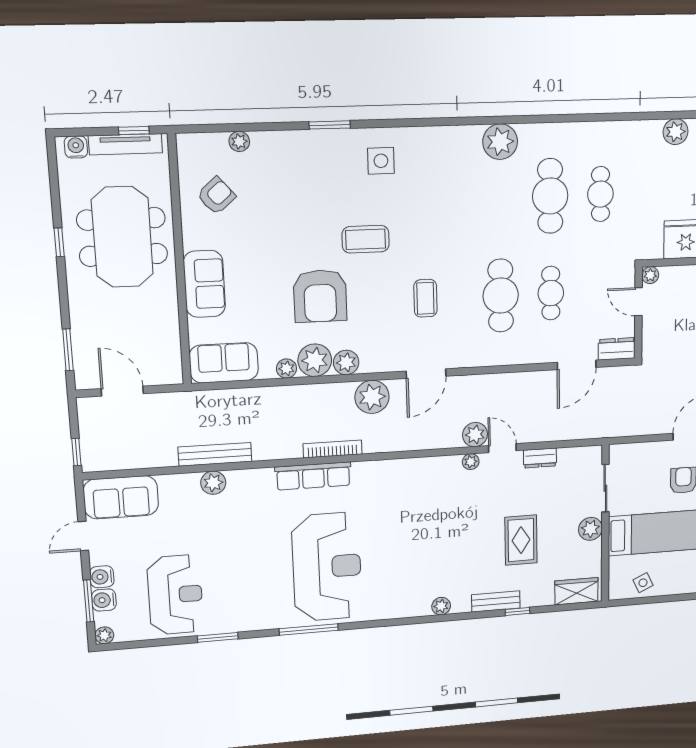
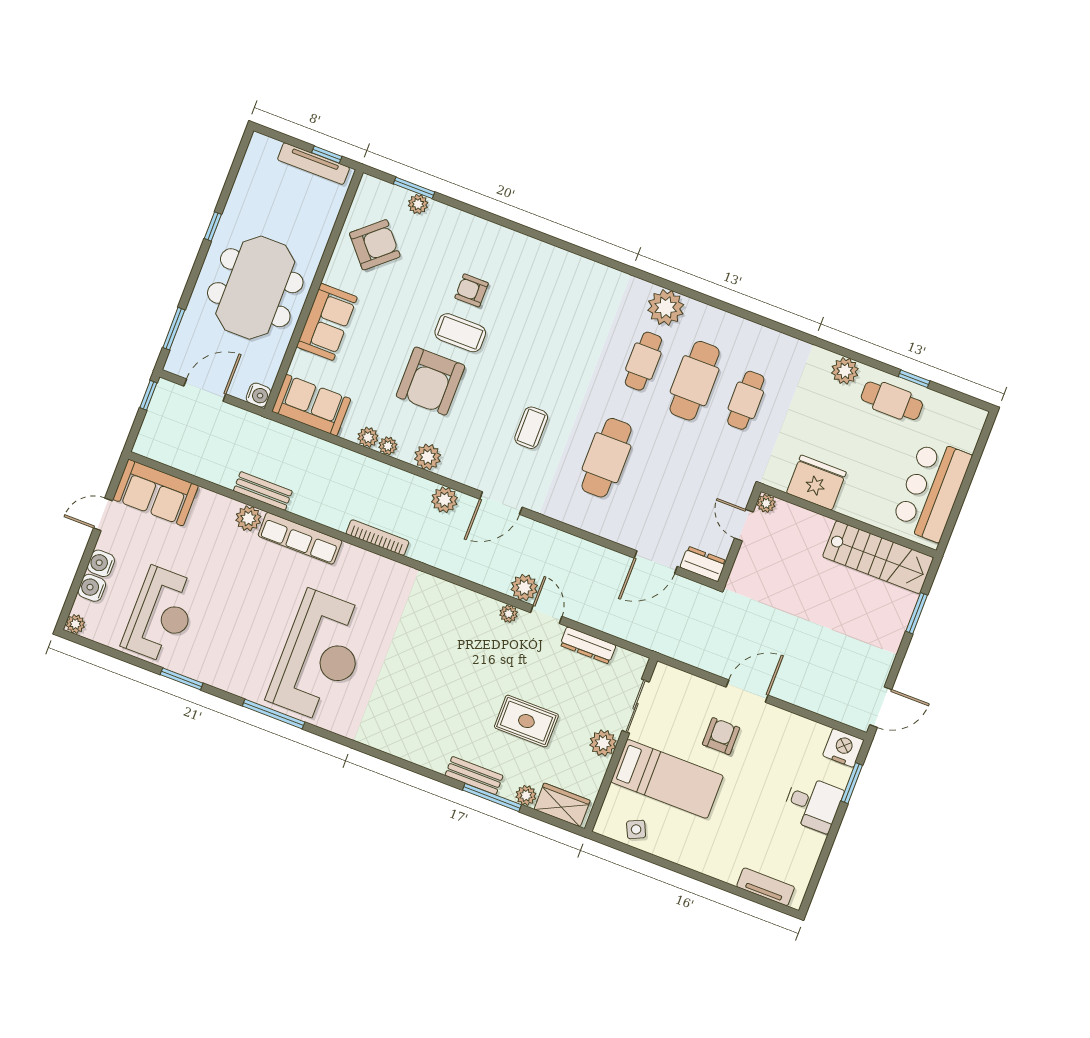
window: (330, 125) -> (414, 188), moved
water cooler: (76, 147) -> (258, 395), moved, turned 90
side table: (381, 161) -> (543, 277), removed
armchair: (216, 196) -> (375, 245), width x1.38, depth x1.38
armchair: (322, 200) -> (472, 290), added
meeting table: (122, 237) -> (255, 288), moved
coffee table: (366, 239) -> (460, 333), moved
cafe table: (551, 293) -> (643, 361), moved
plant: (315, 360) -> (388, 446), width x0.53, depth x0.53
door: (122, 391) -> (205, 390), hinge flipped
plant: (372, 397) -> (444, 500), width x0.73, depth x0.73
window: (76, 452) -> (148, 395), moved
bench: (215, 454) -> (263, 491), width x0.73
dresser: (540, 458) -> (588, 645), width x1.44
row of seats: (313, 476) -> (300, 538), moved
rug: (521, 540) -> (526, 721), turned 90
window: (89, 601) -> (77, 582), removed
plant: (441, 606) -> (526, 795), moved
window: (517, 611) -> (492, 797), width x2.17

